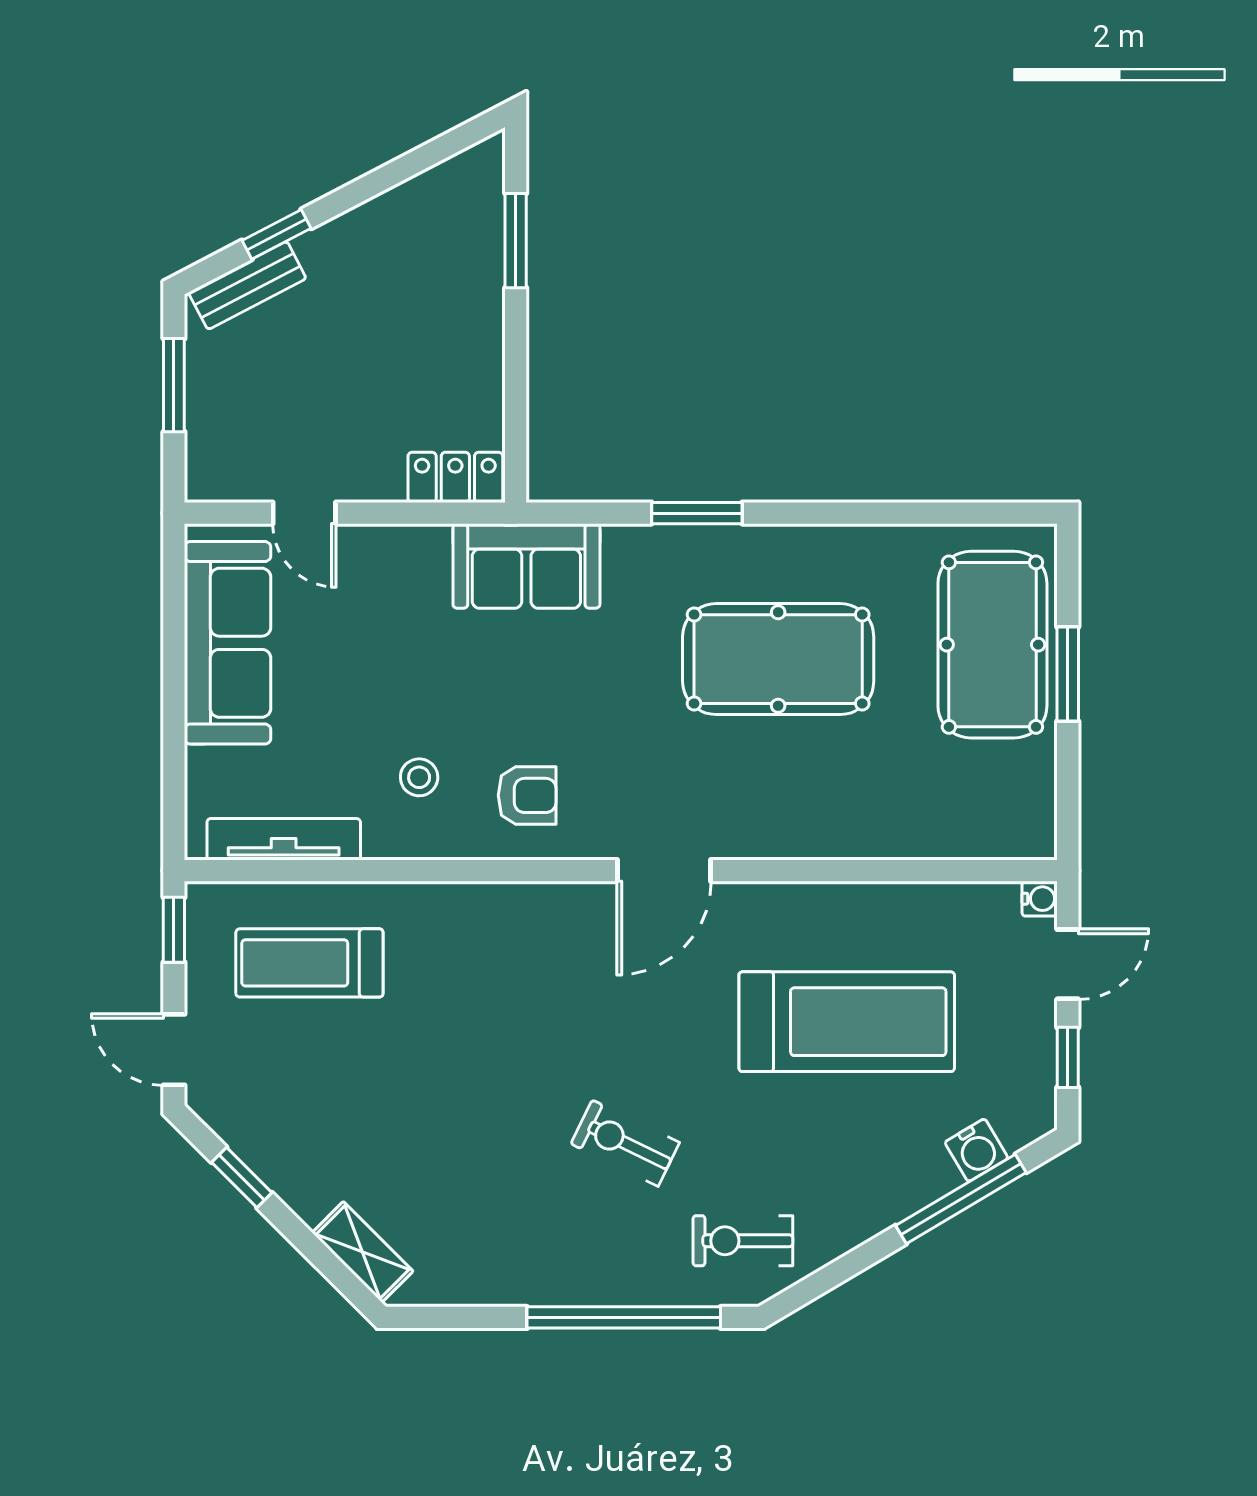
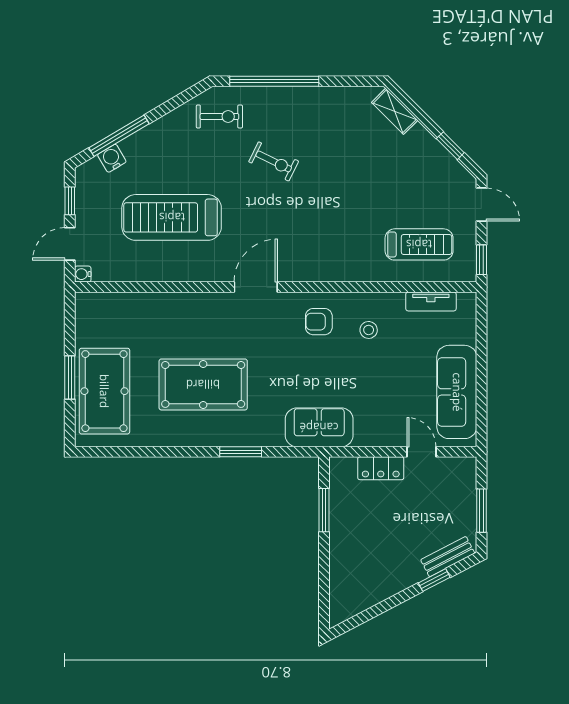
window: (516, 241) -> (324, 510), moved
locker: (455, 477) -> (381, 468), moved
tv unit: (284, 839) -> (431, 301), width x0.71

